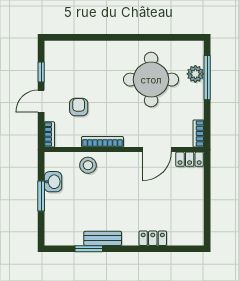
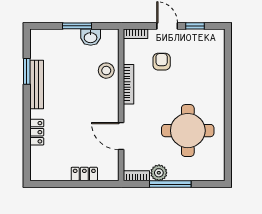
plant: (195, 74) -> (159, 173), moved
window: (207, 78) -> (170, 184), moved
armchair: (79, 107) -> (162, 62), turned -90
locker: (190, 159) -> (84, 174), moved, turned 90
bench: (103, 238) -> (37, 85), width x1.36

